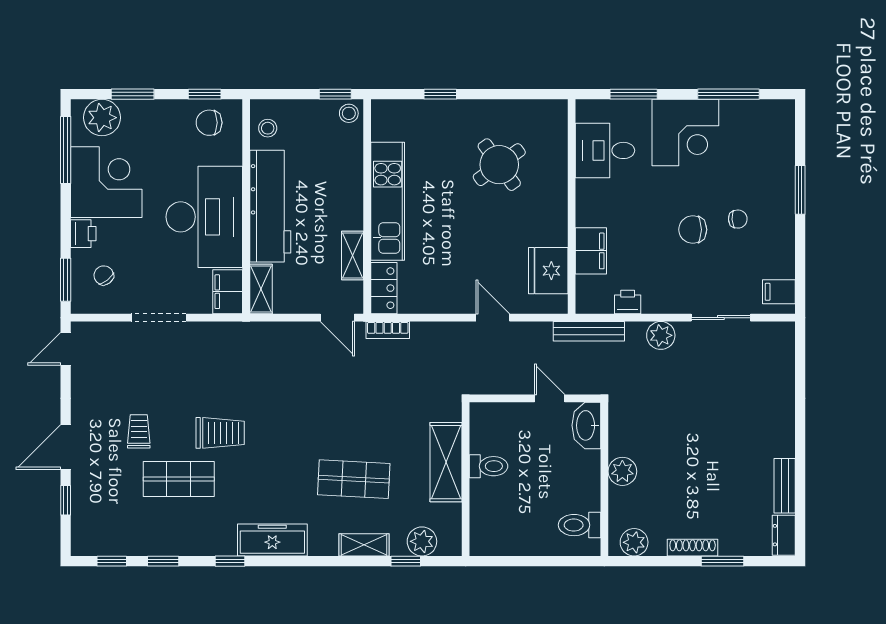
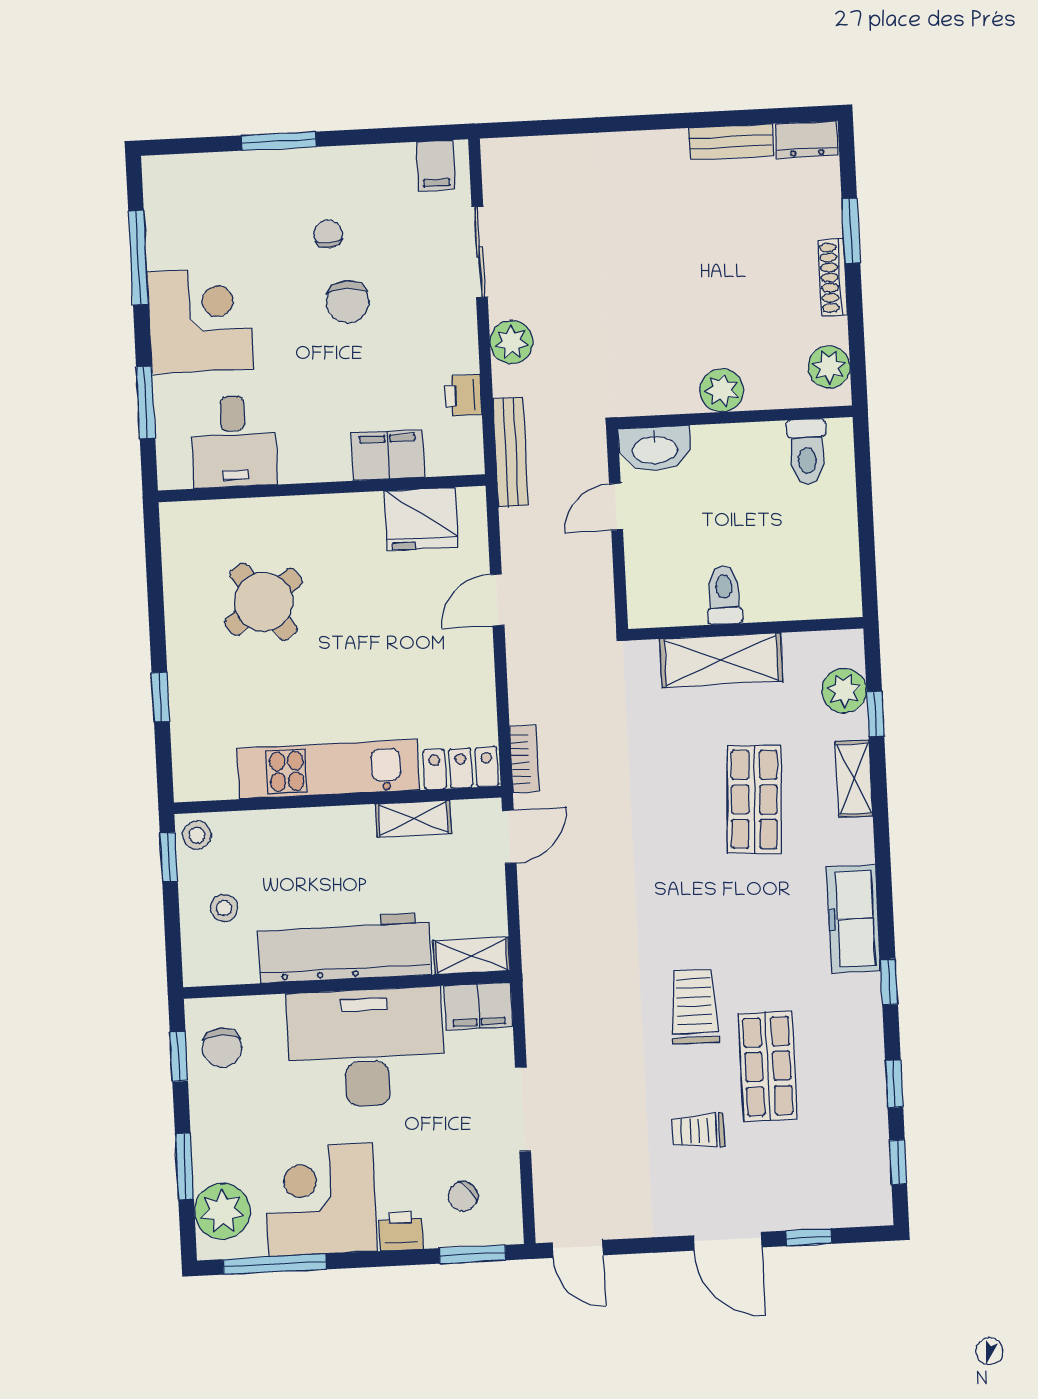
stool: (268, 128) -> (224, 908), moved

